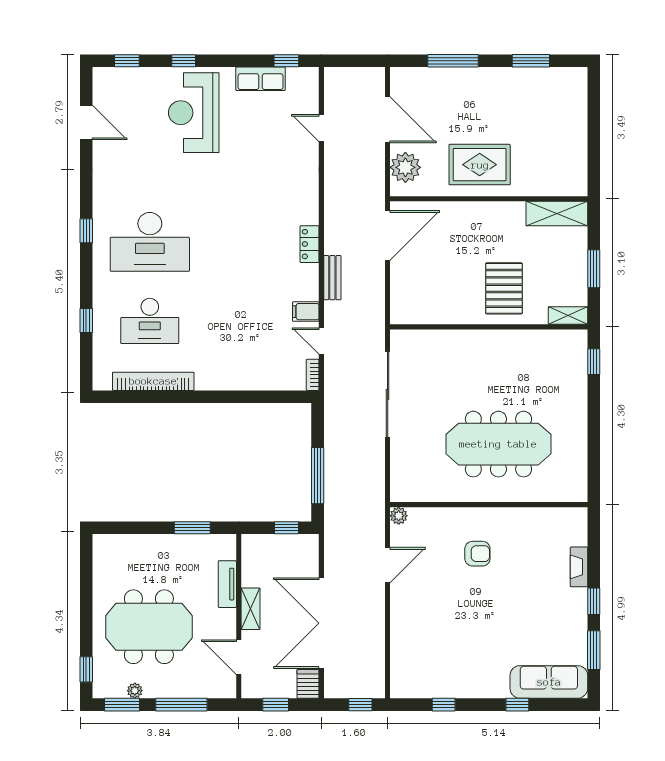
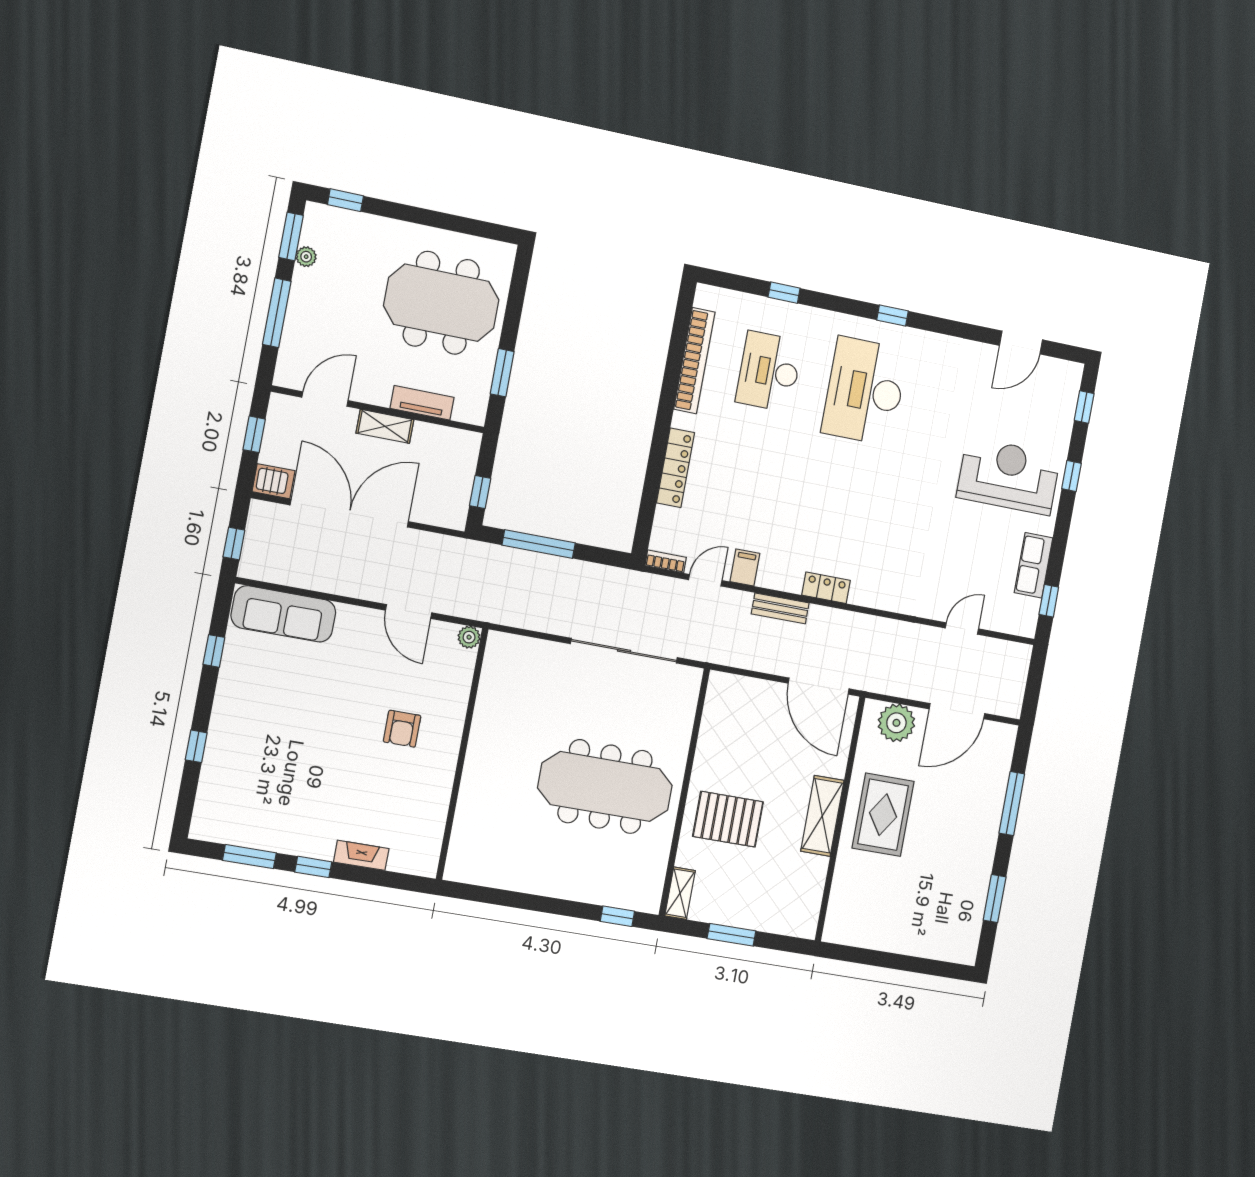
shelving: (557, 214) -> (822, 816), moved
locker: (239, 381) -> (675, 468), added
meeting table: (498, 444) -> (605, 787), moved, turned 90
meeting table: (149, 627) -> (441, 303), moved, turned 90
sofa: (549, 682) -> (283, 614), moved, turned 90

